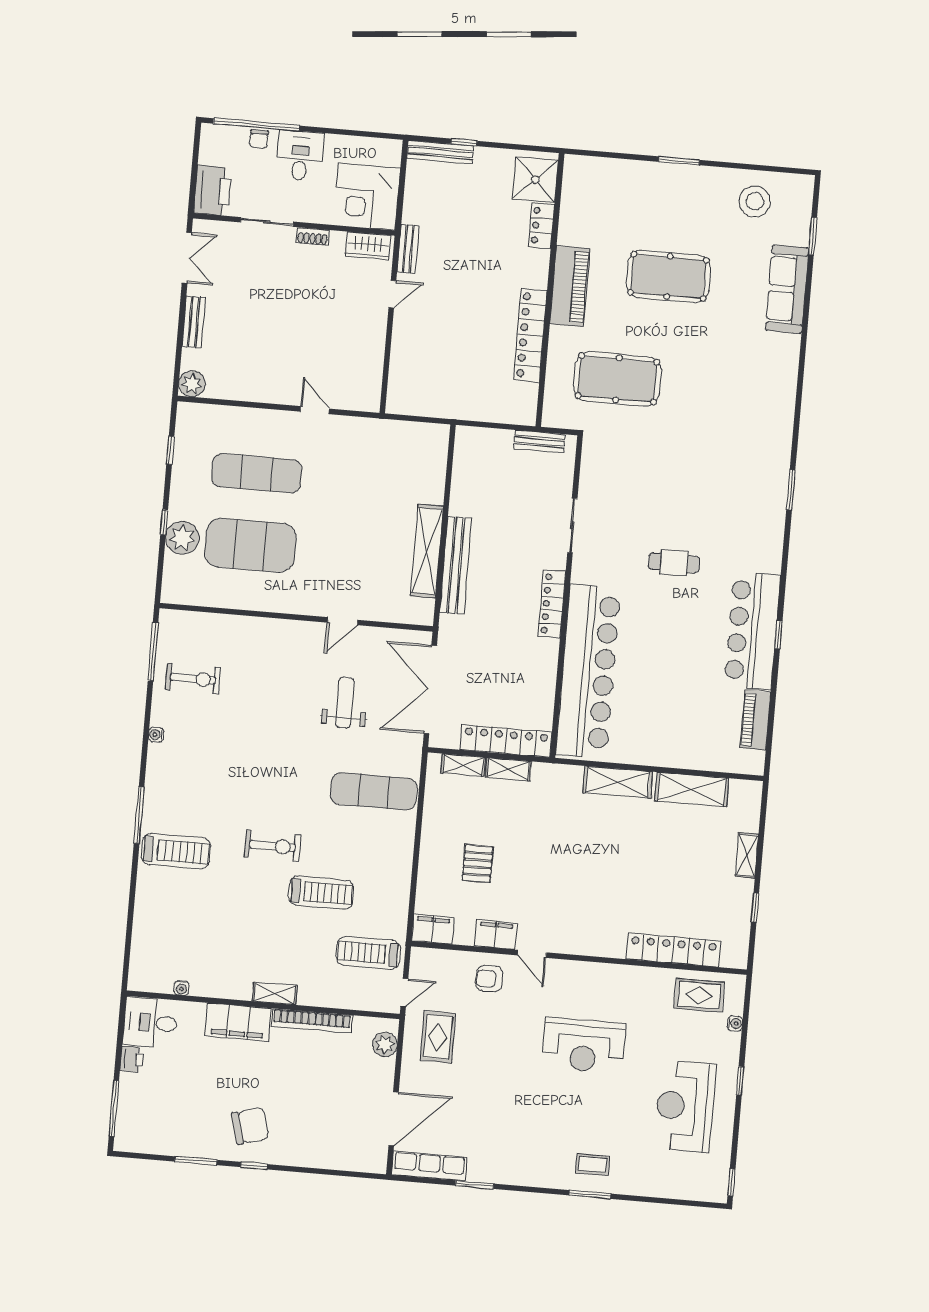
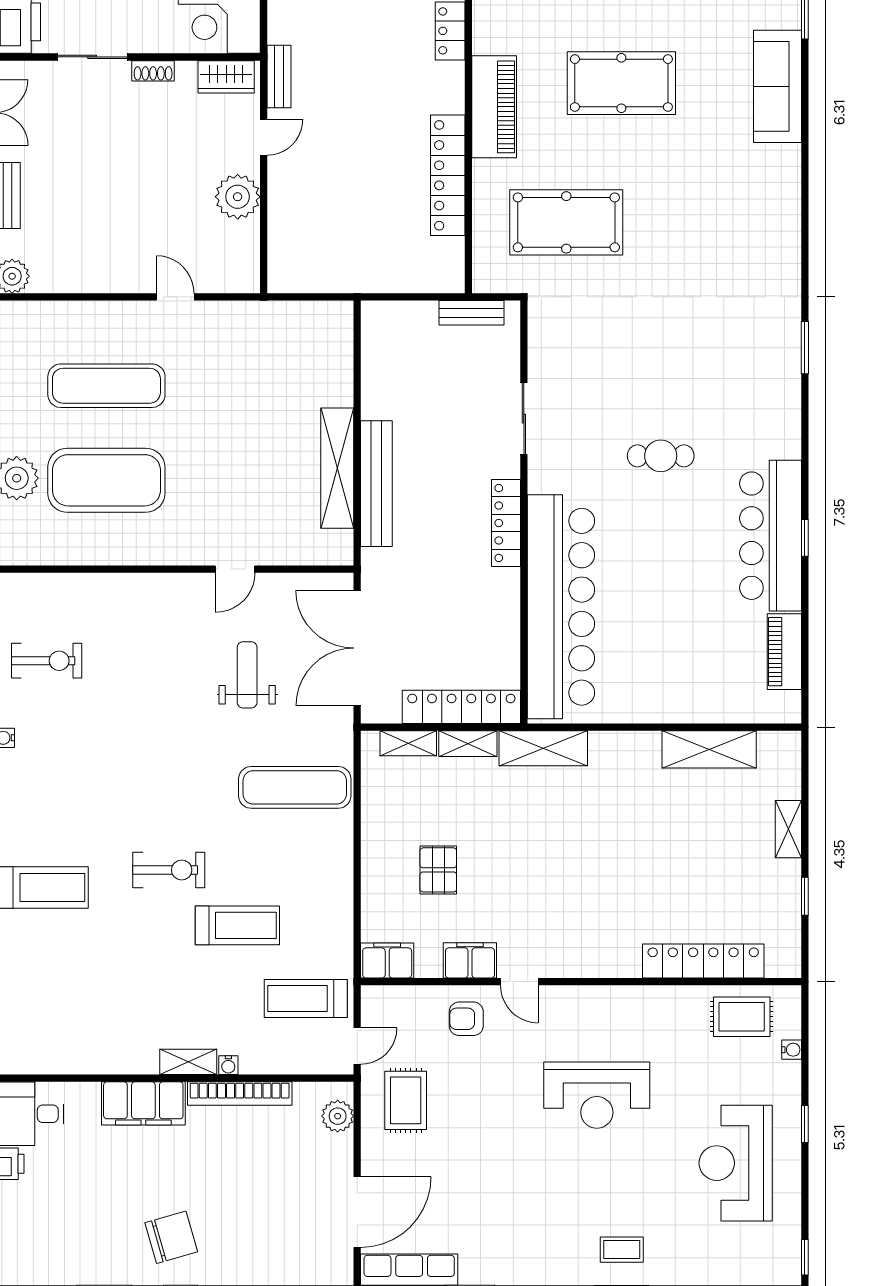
plant: (369, 338) -> (238, 197), added
shelving: (618, 782) -> (543, 748), moved
water cooler: (182, 988) -> (228, 1065), moved

